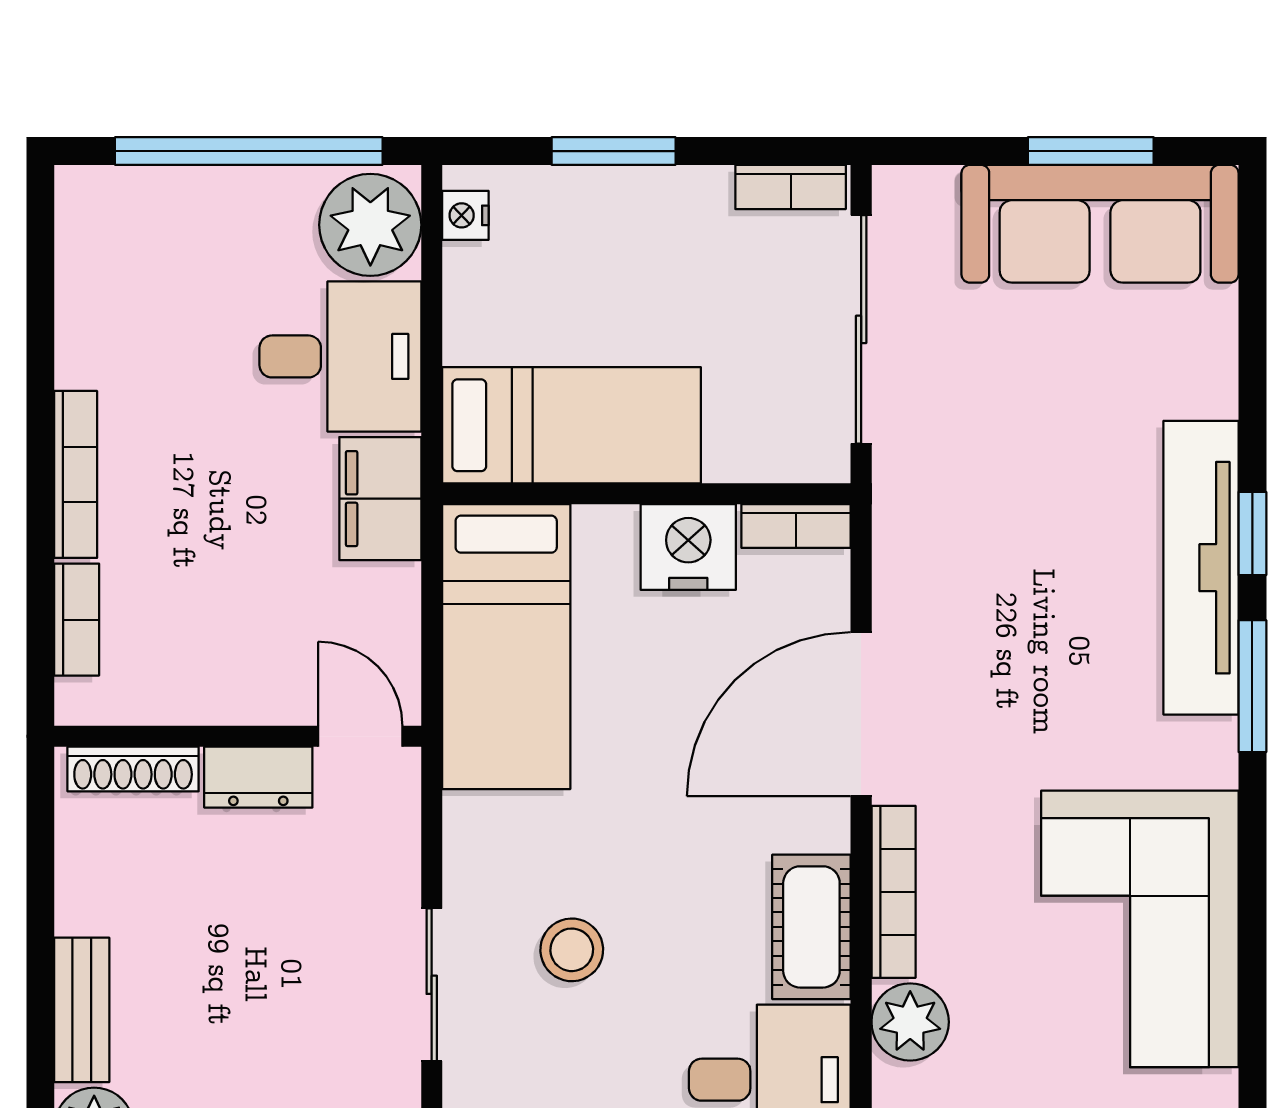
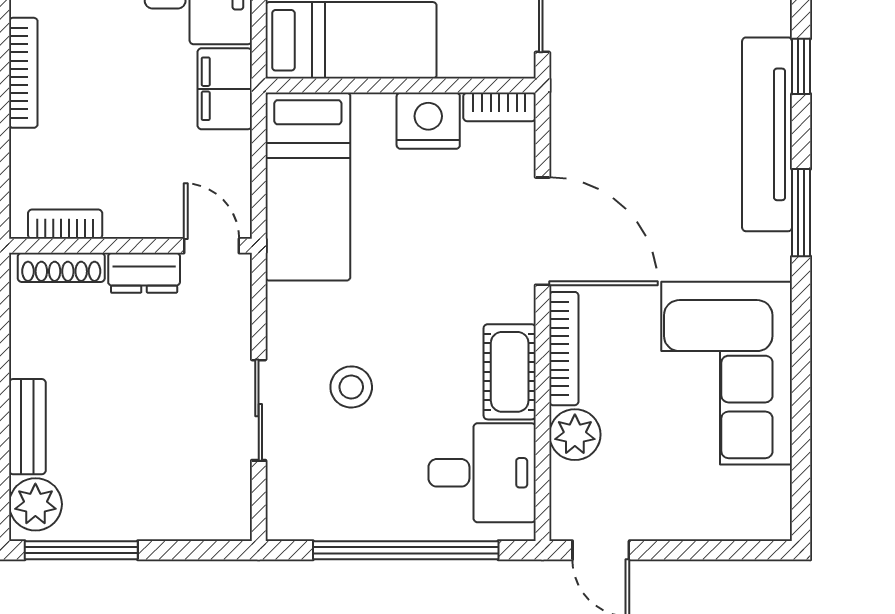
window: (1252, 534) -> (801, 66), moved
bookcase: (77, 620) -> (65, 224), moved, turned -90
door: (861, 714) -> (542, 231), swing flipped

